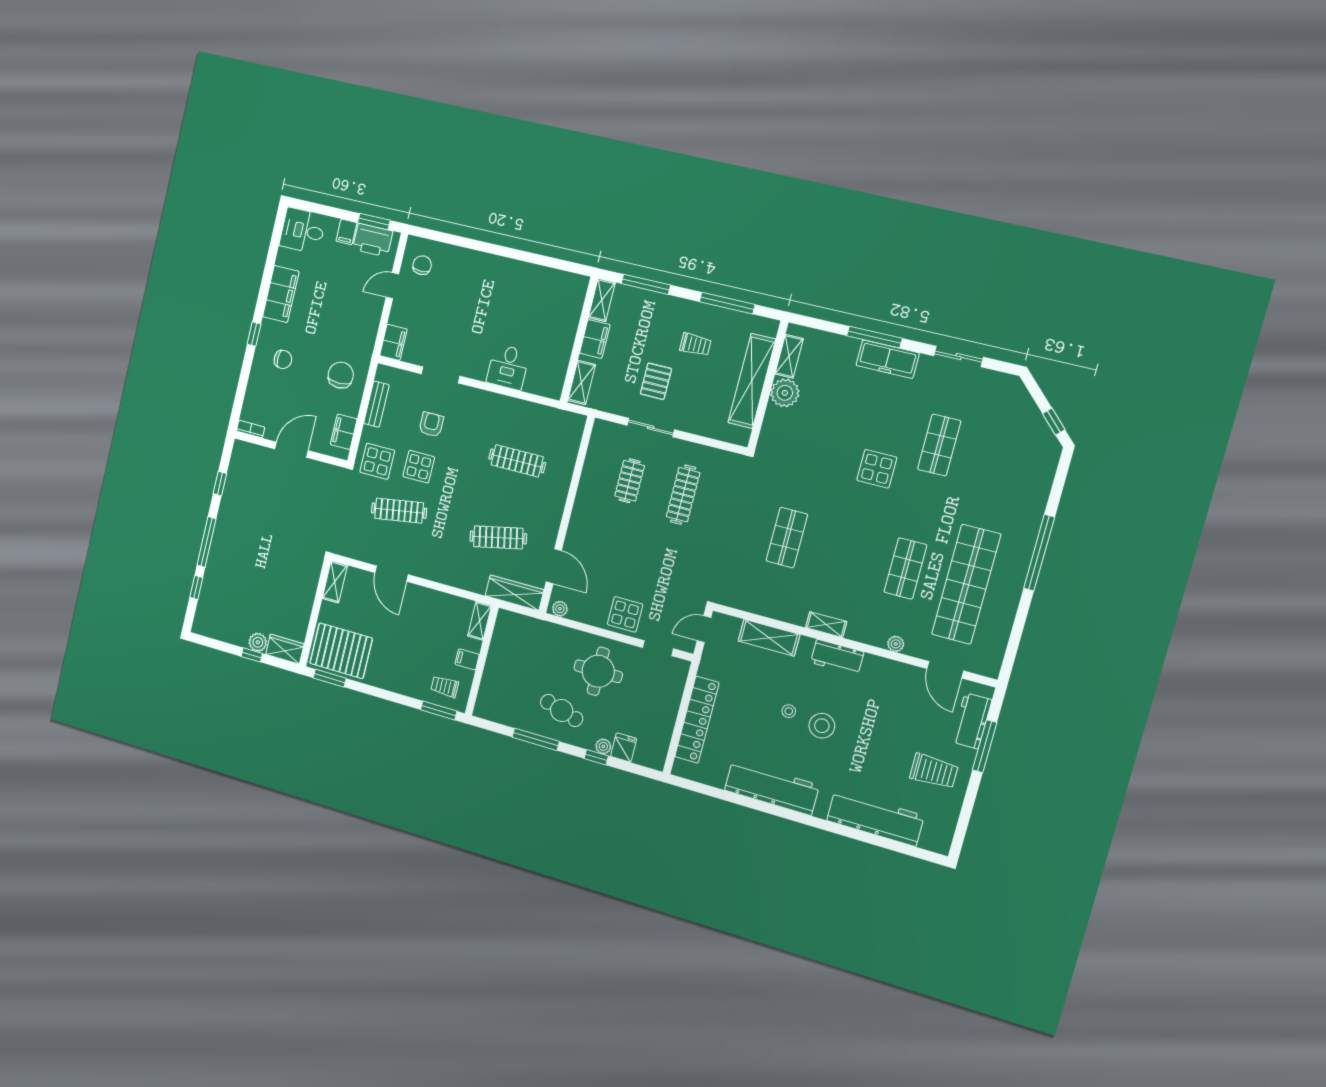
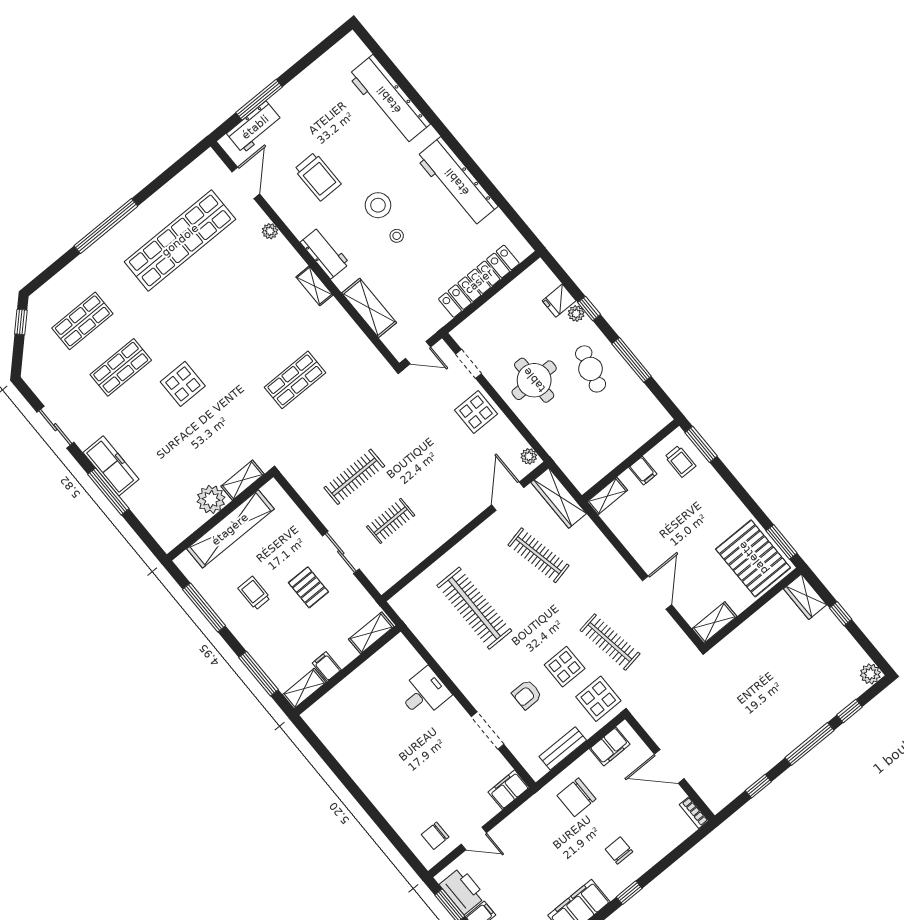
filing cabinet: (595, 339) -> (327, 667), width x0.50
shelving: (789, 356) -> (242, 480), moved
pallet: (656, 381) -> (308, 587), turned 90
clothes rail: (517, 461) -> (474, 608), width x1.37, depth x1.31
shop shelf: (905, 568) -> (82, 321), moved
plant: (258, 642) -> (870, 674), moved
trolley: (934, 771) -> (318, 177), moved, turned 180

